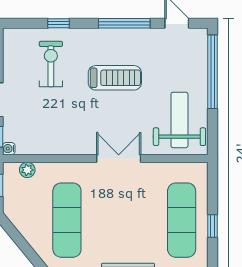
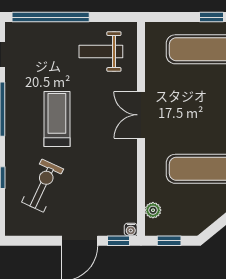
exercise bike: (51, 64) -> (43, 186), turned 115
weight bench: (179, 120) -> (101, 52), width x0.73, depth x0.75

